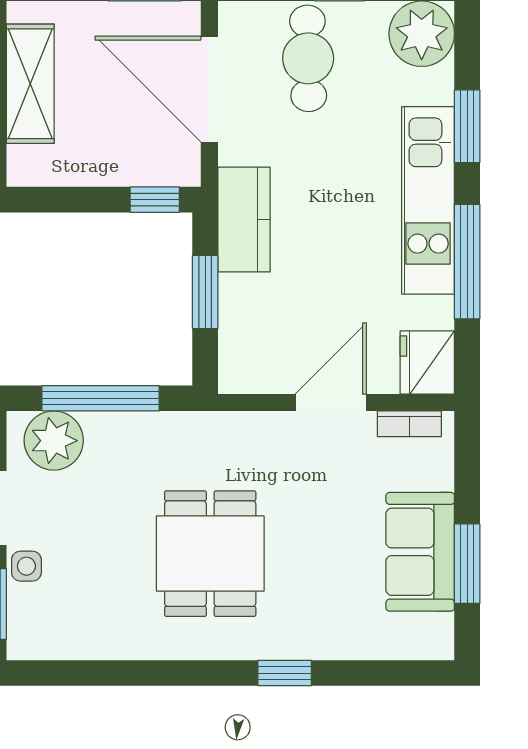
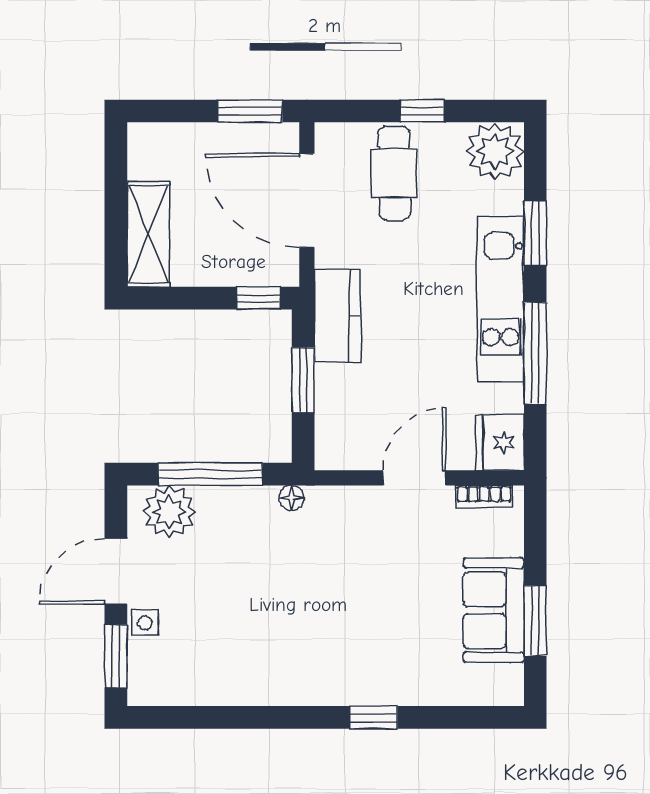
shelving: (30, 84) -> (148, 234), moved
floor lamp: (192, 425) -> (292, 498), added
dining table: (210, 554) -> (308, 612), removed

